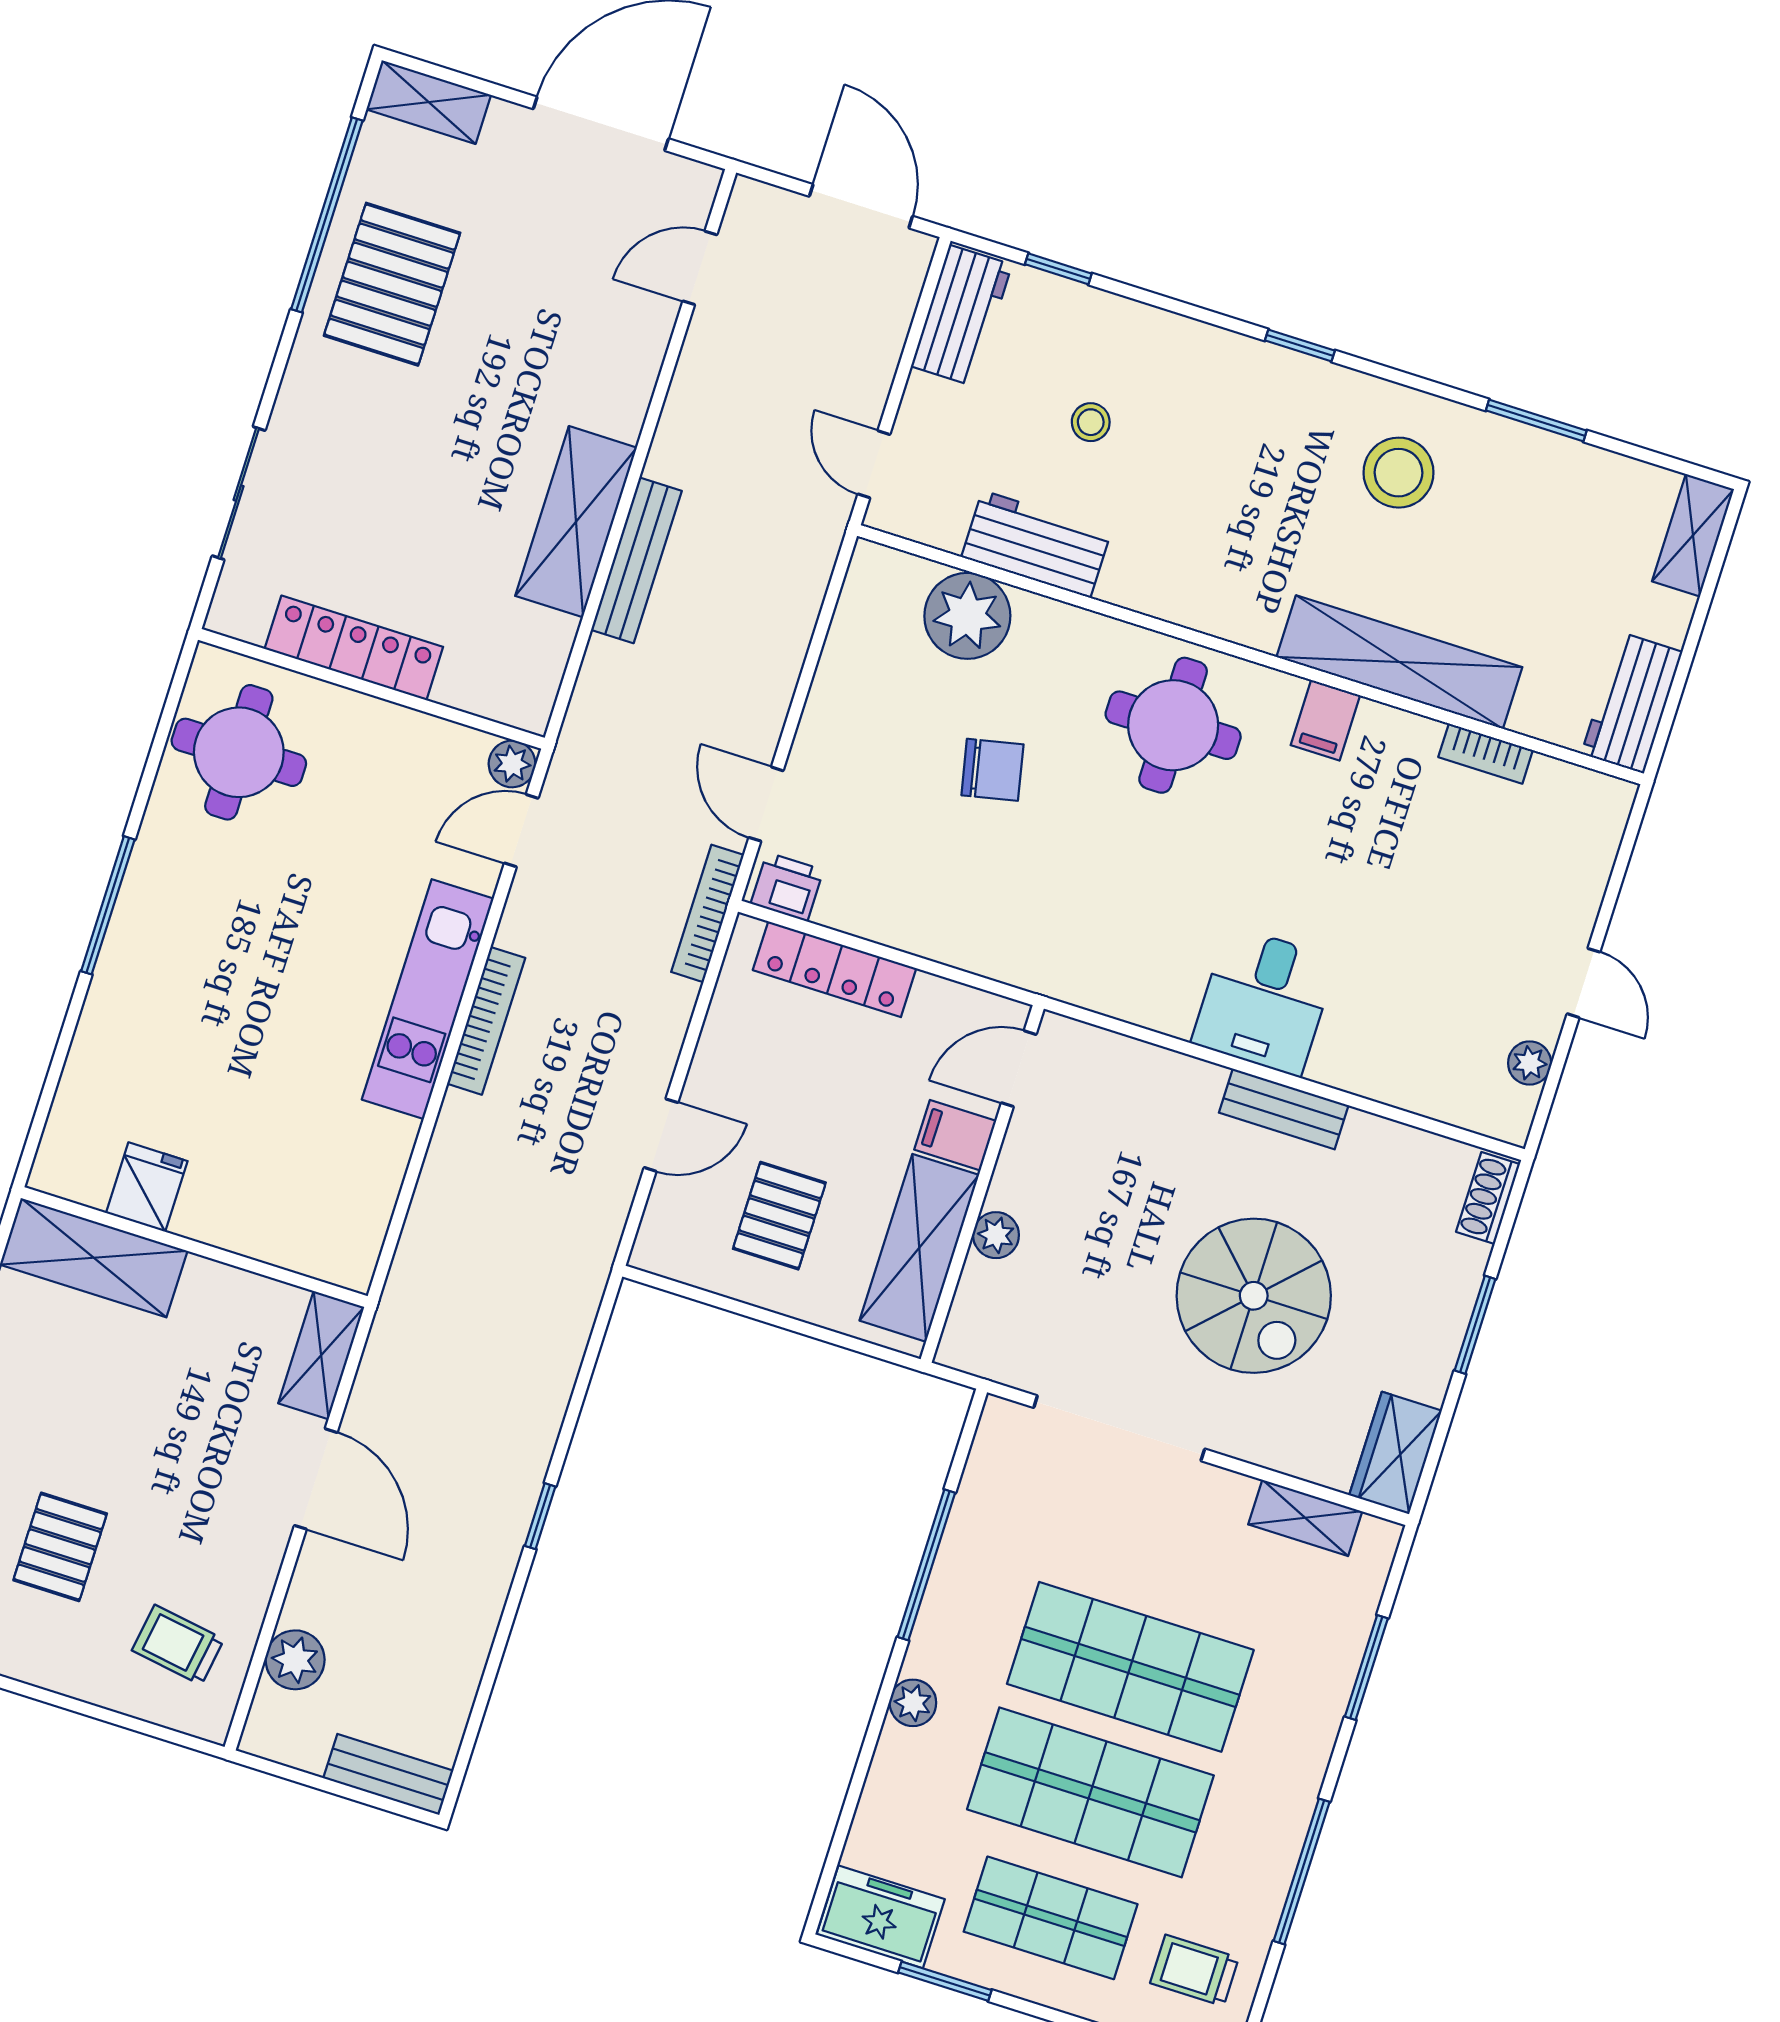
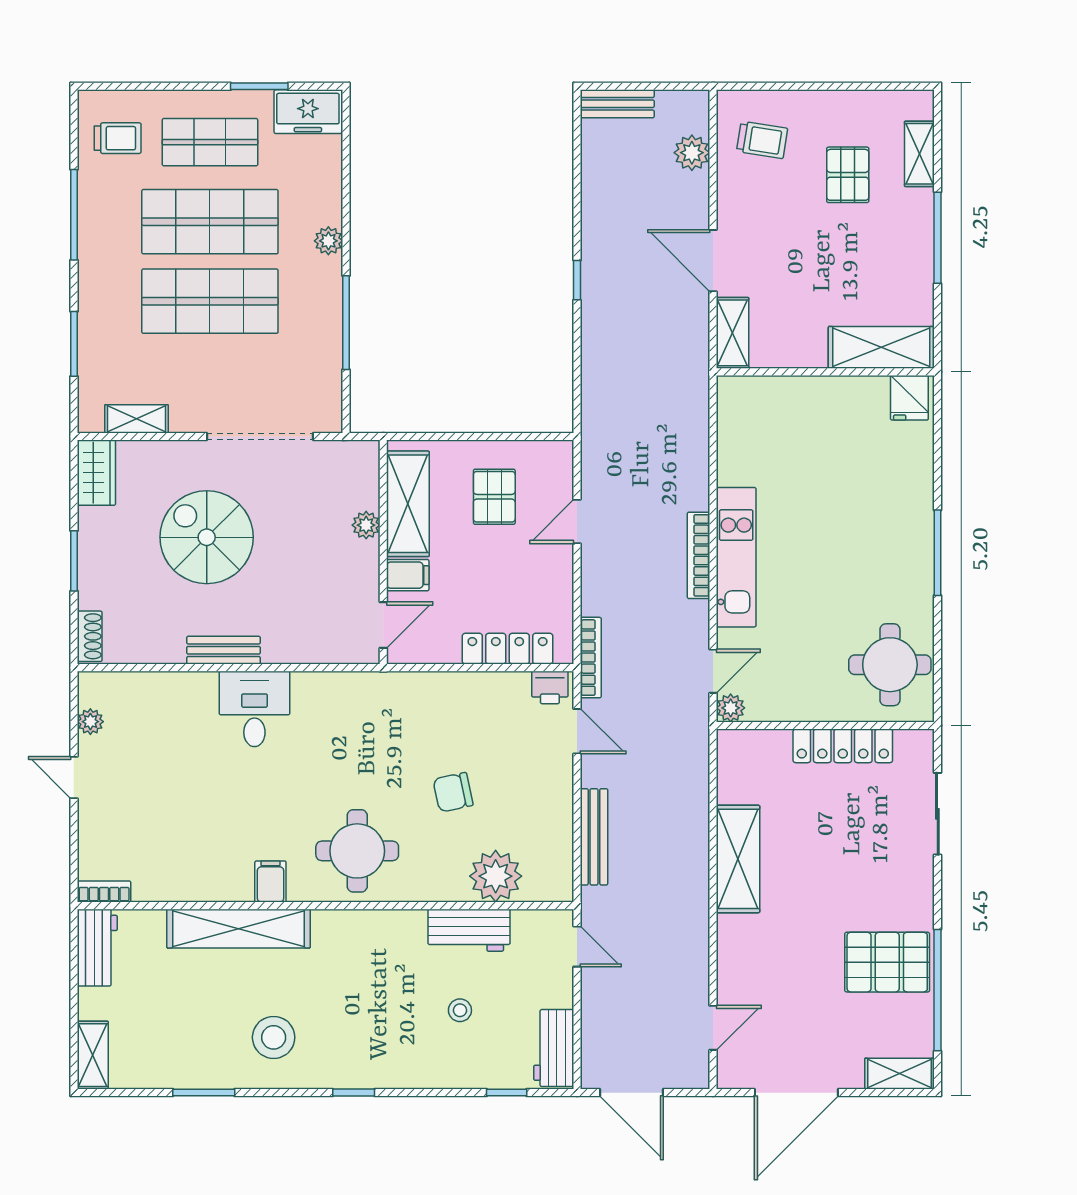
pallet: (392, 284) -> (887, 962), turned 90
bench: (636, 560) -> (594, 837), moved
bookcase: (1486, 754) -> (104, 892), moved
fridge: (147, 1187) -> (909, 398), moved

